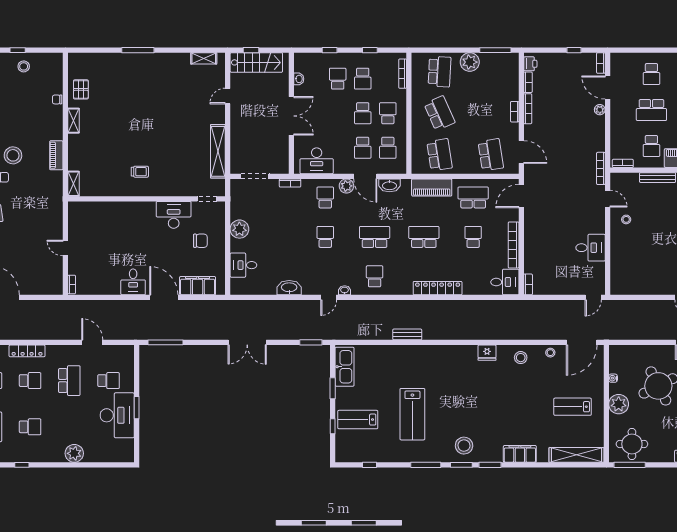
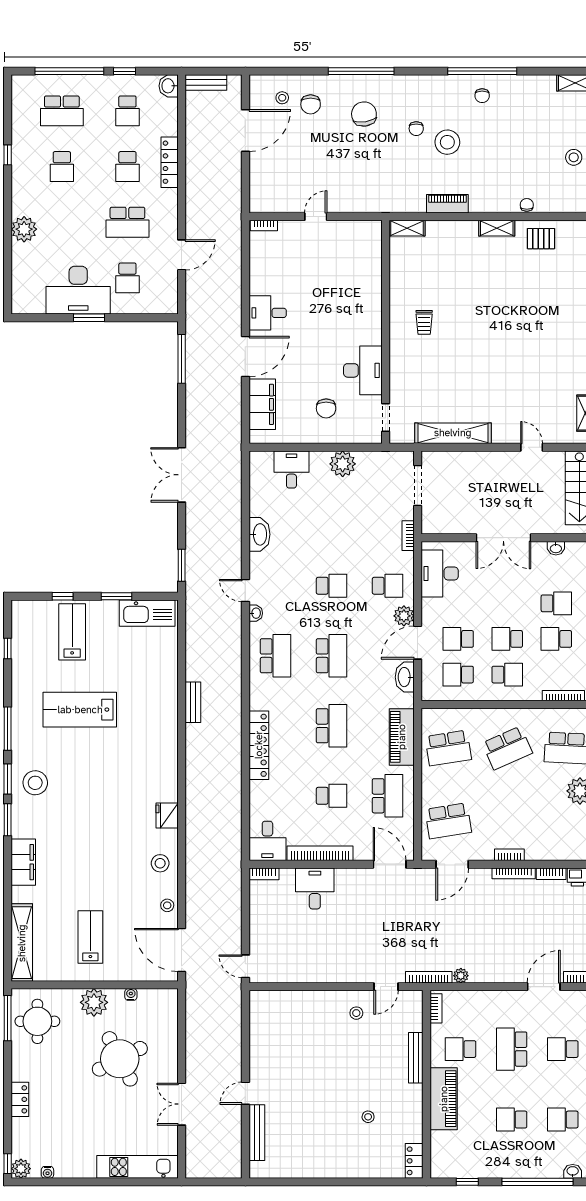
plant: (600, 110) -> (461, 976), moved
desk: (590, 248) -> (315, 888), moved, turned 180
school desk: (375, 276) -> (276, 656), width x1.85

